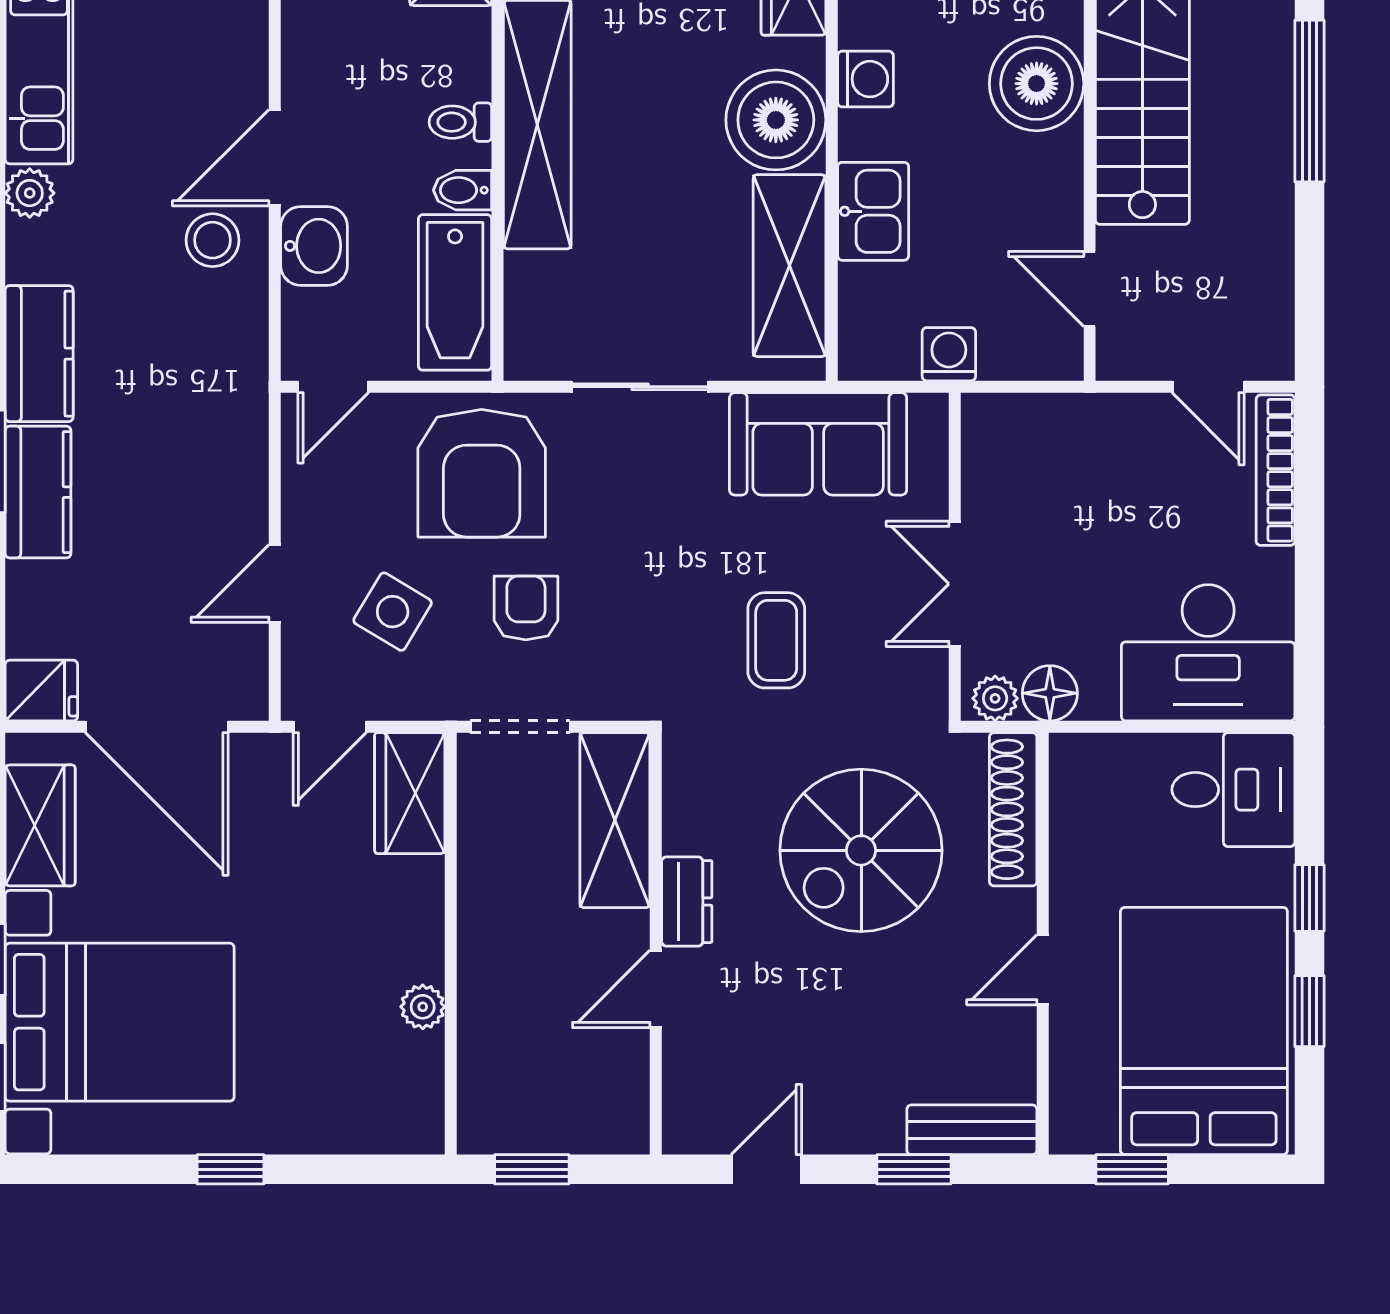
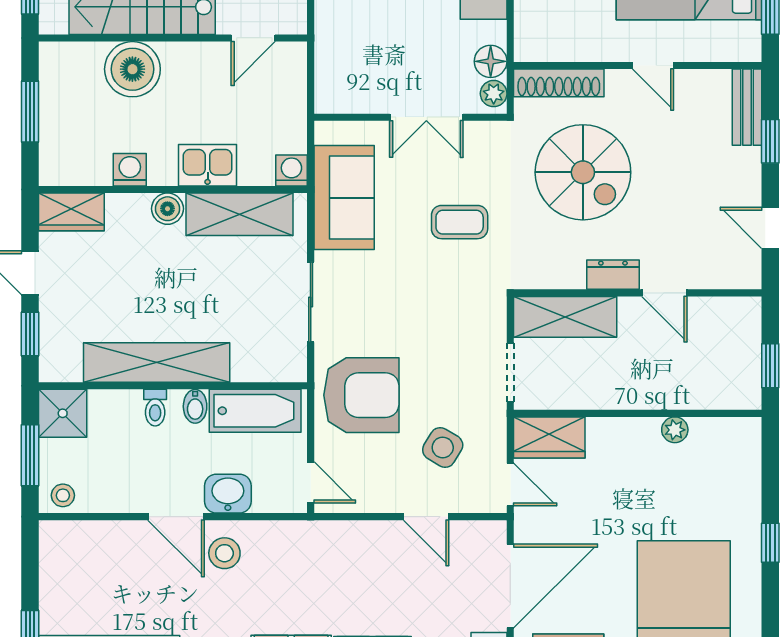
boiler: (776, 120) -> (167, 209), width x0.54, depth x0.54
washing machine: (949, 354) -> (291, 170), moved, turned 90
armchair: (526, 608) -> (441, 369), removed

